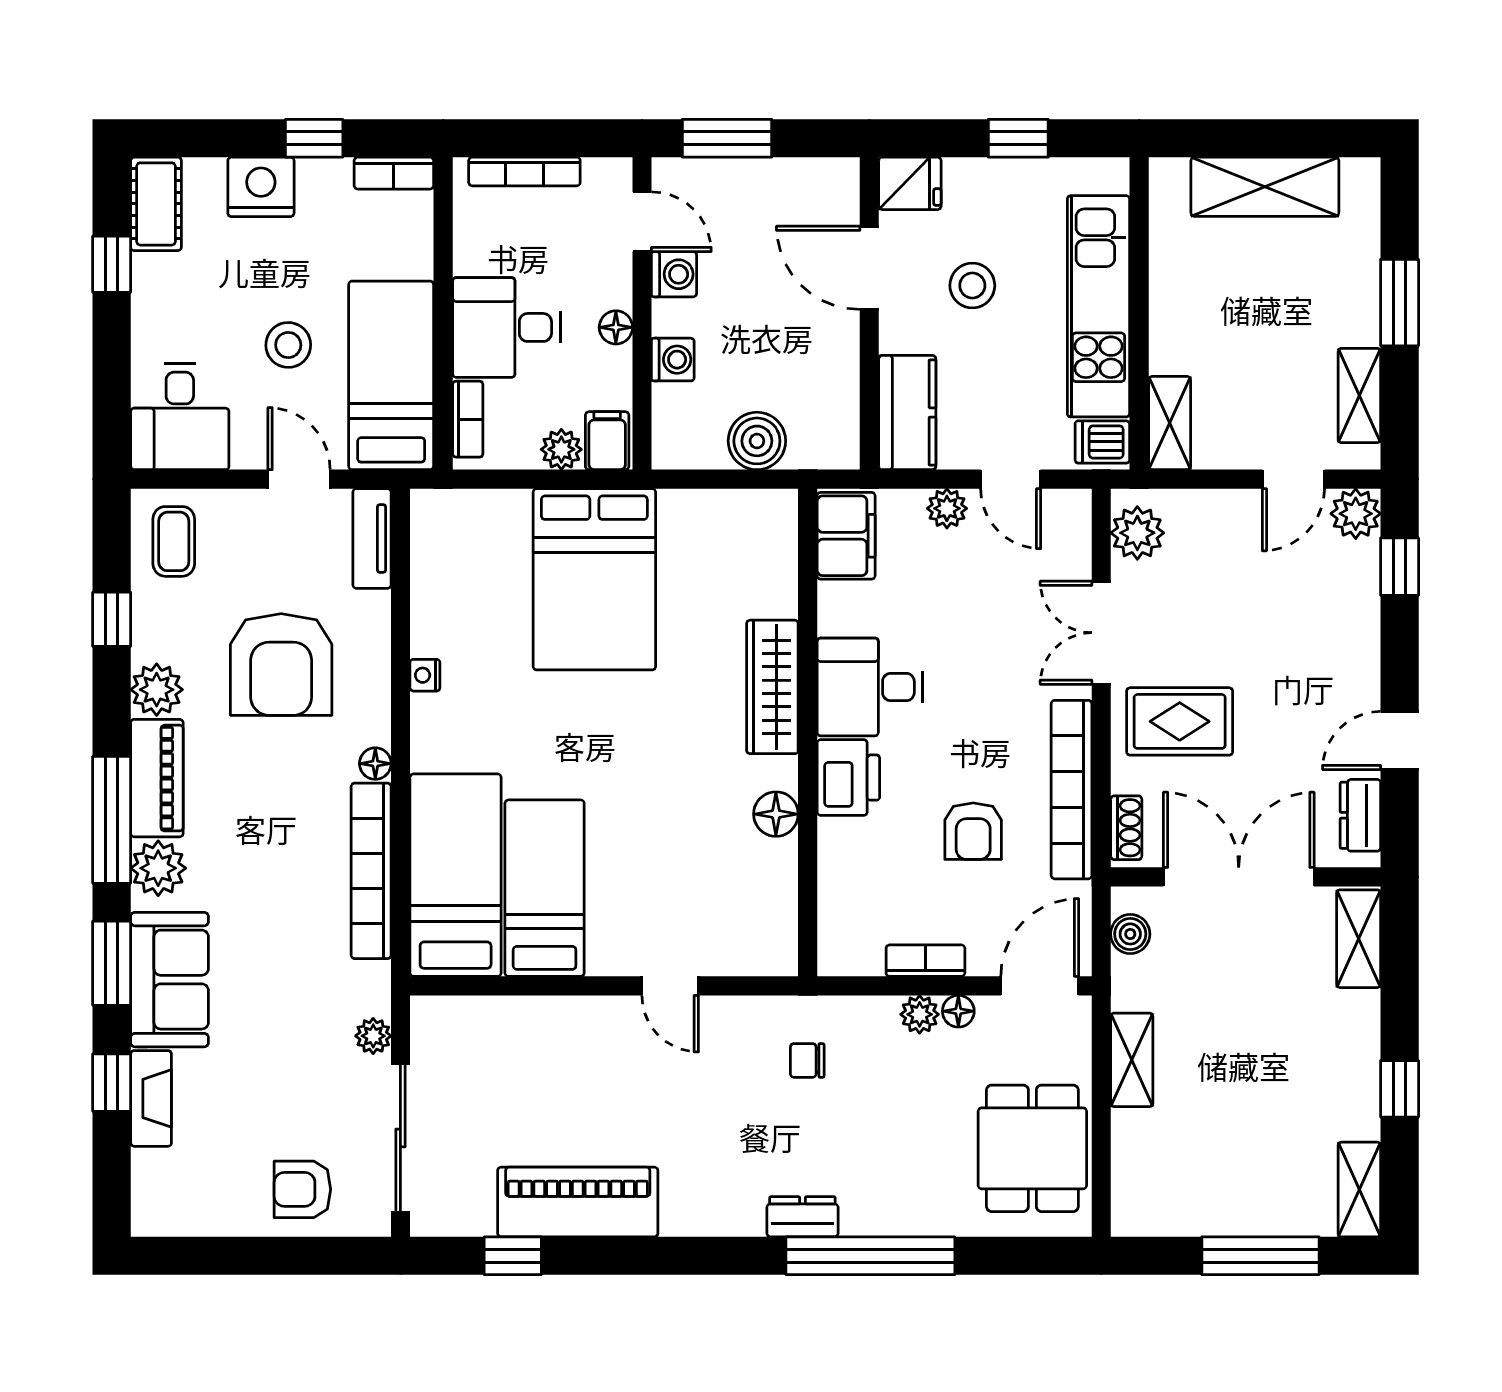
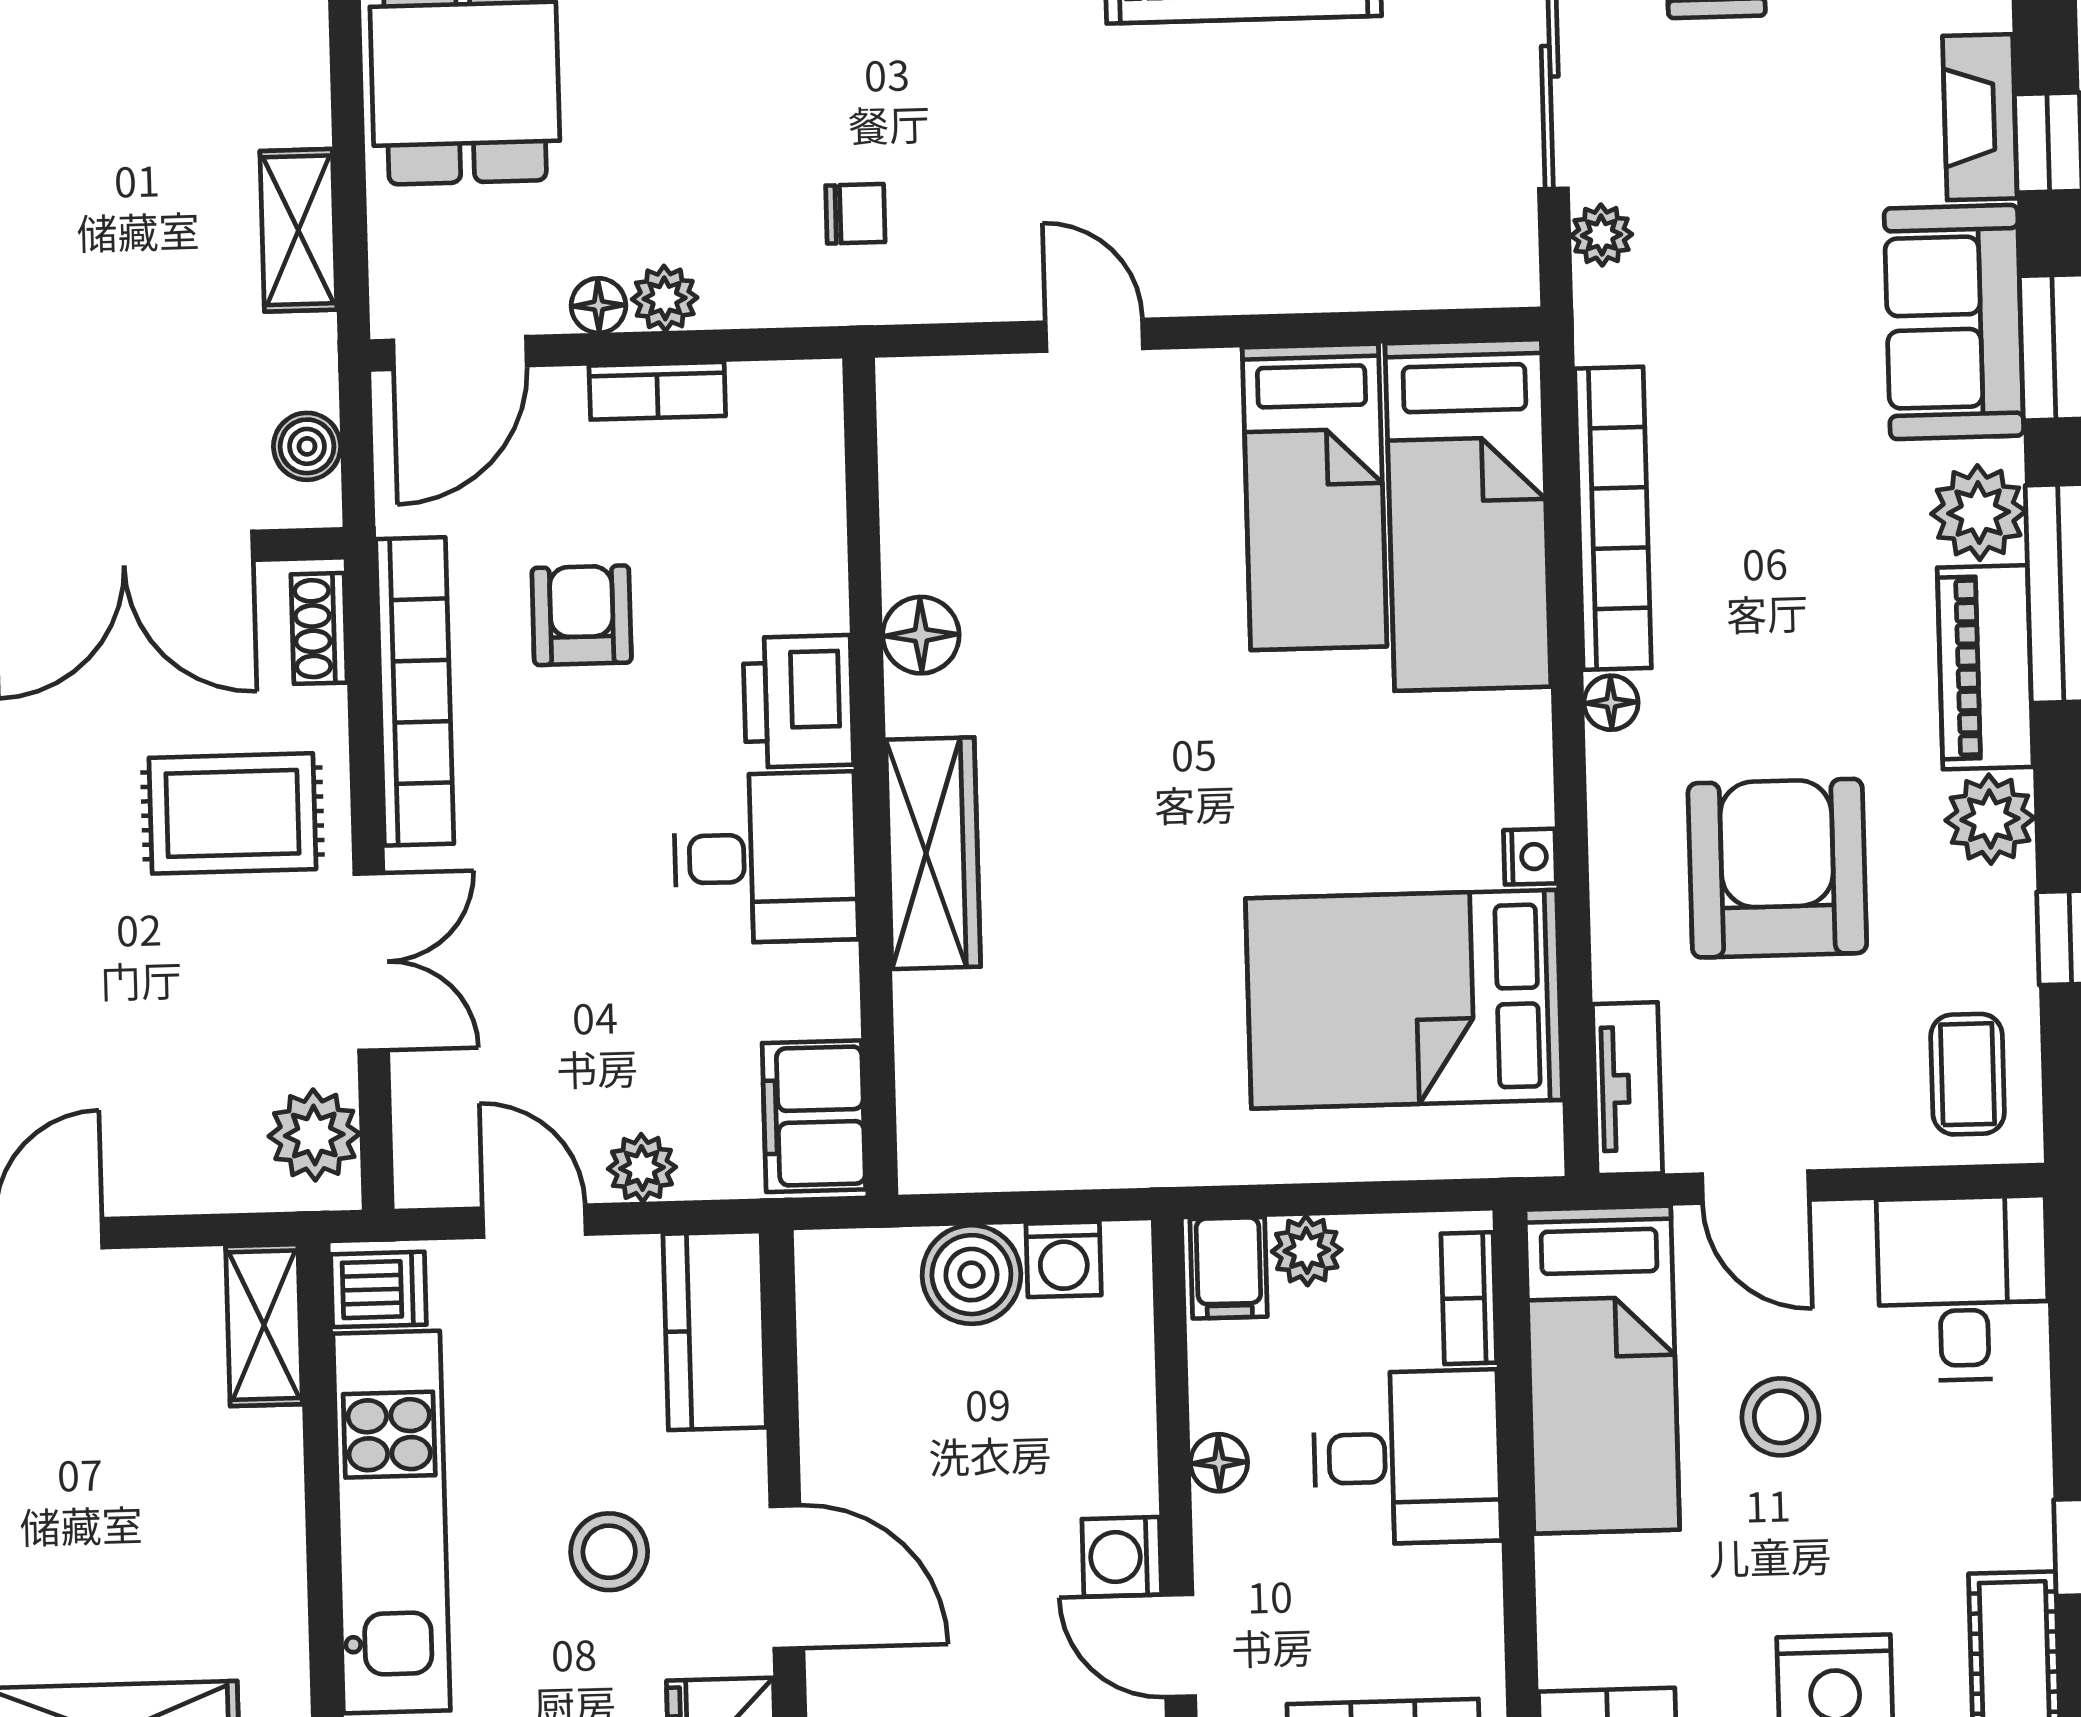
washing machine: (673, 360) -> (1064, 1259), moved, turned -90
bed: (594, 579) -> (1404, 999), moved, turned -90

